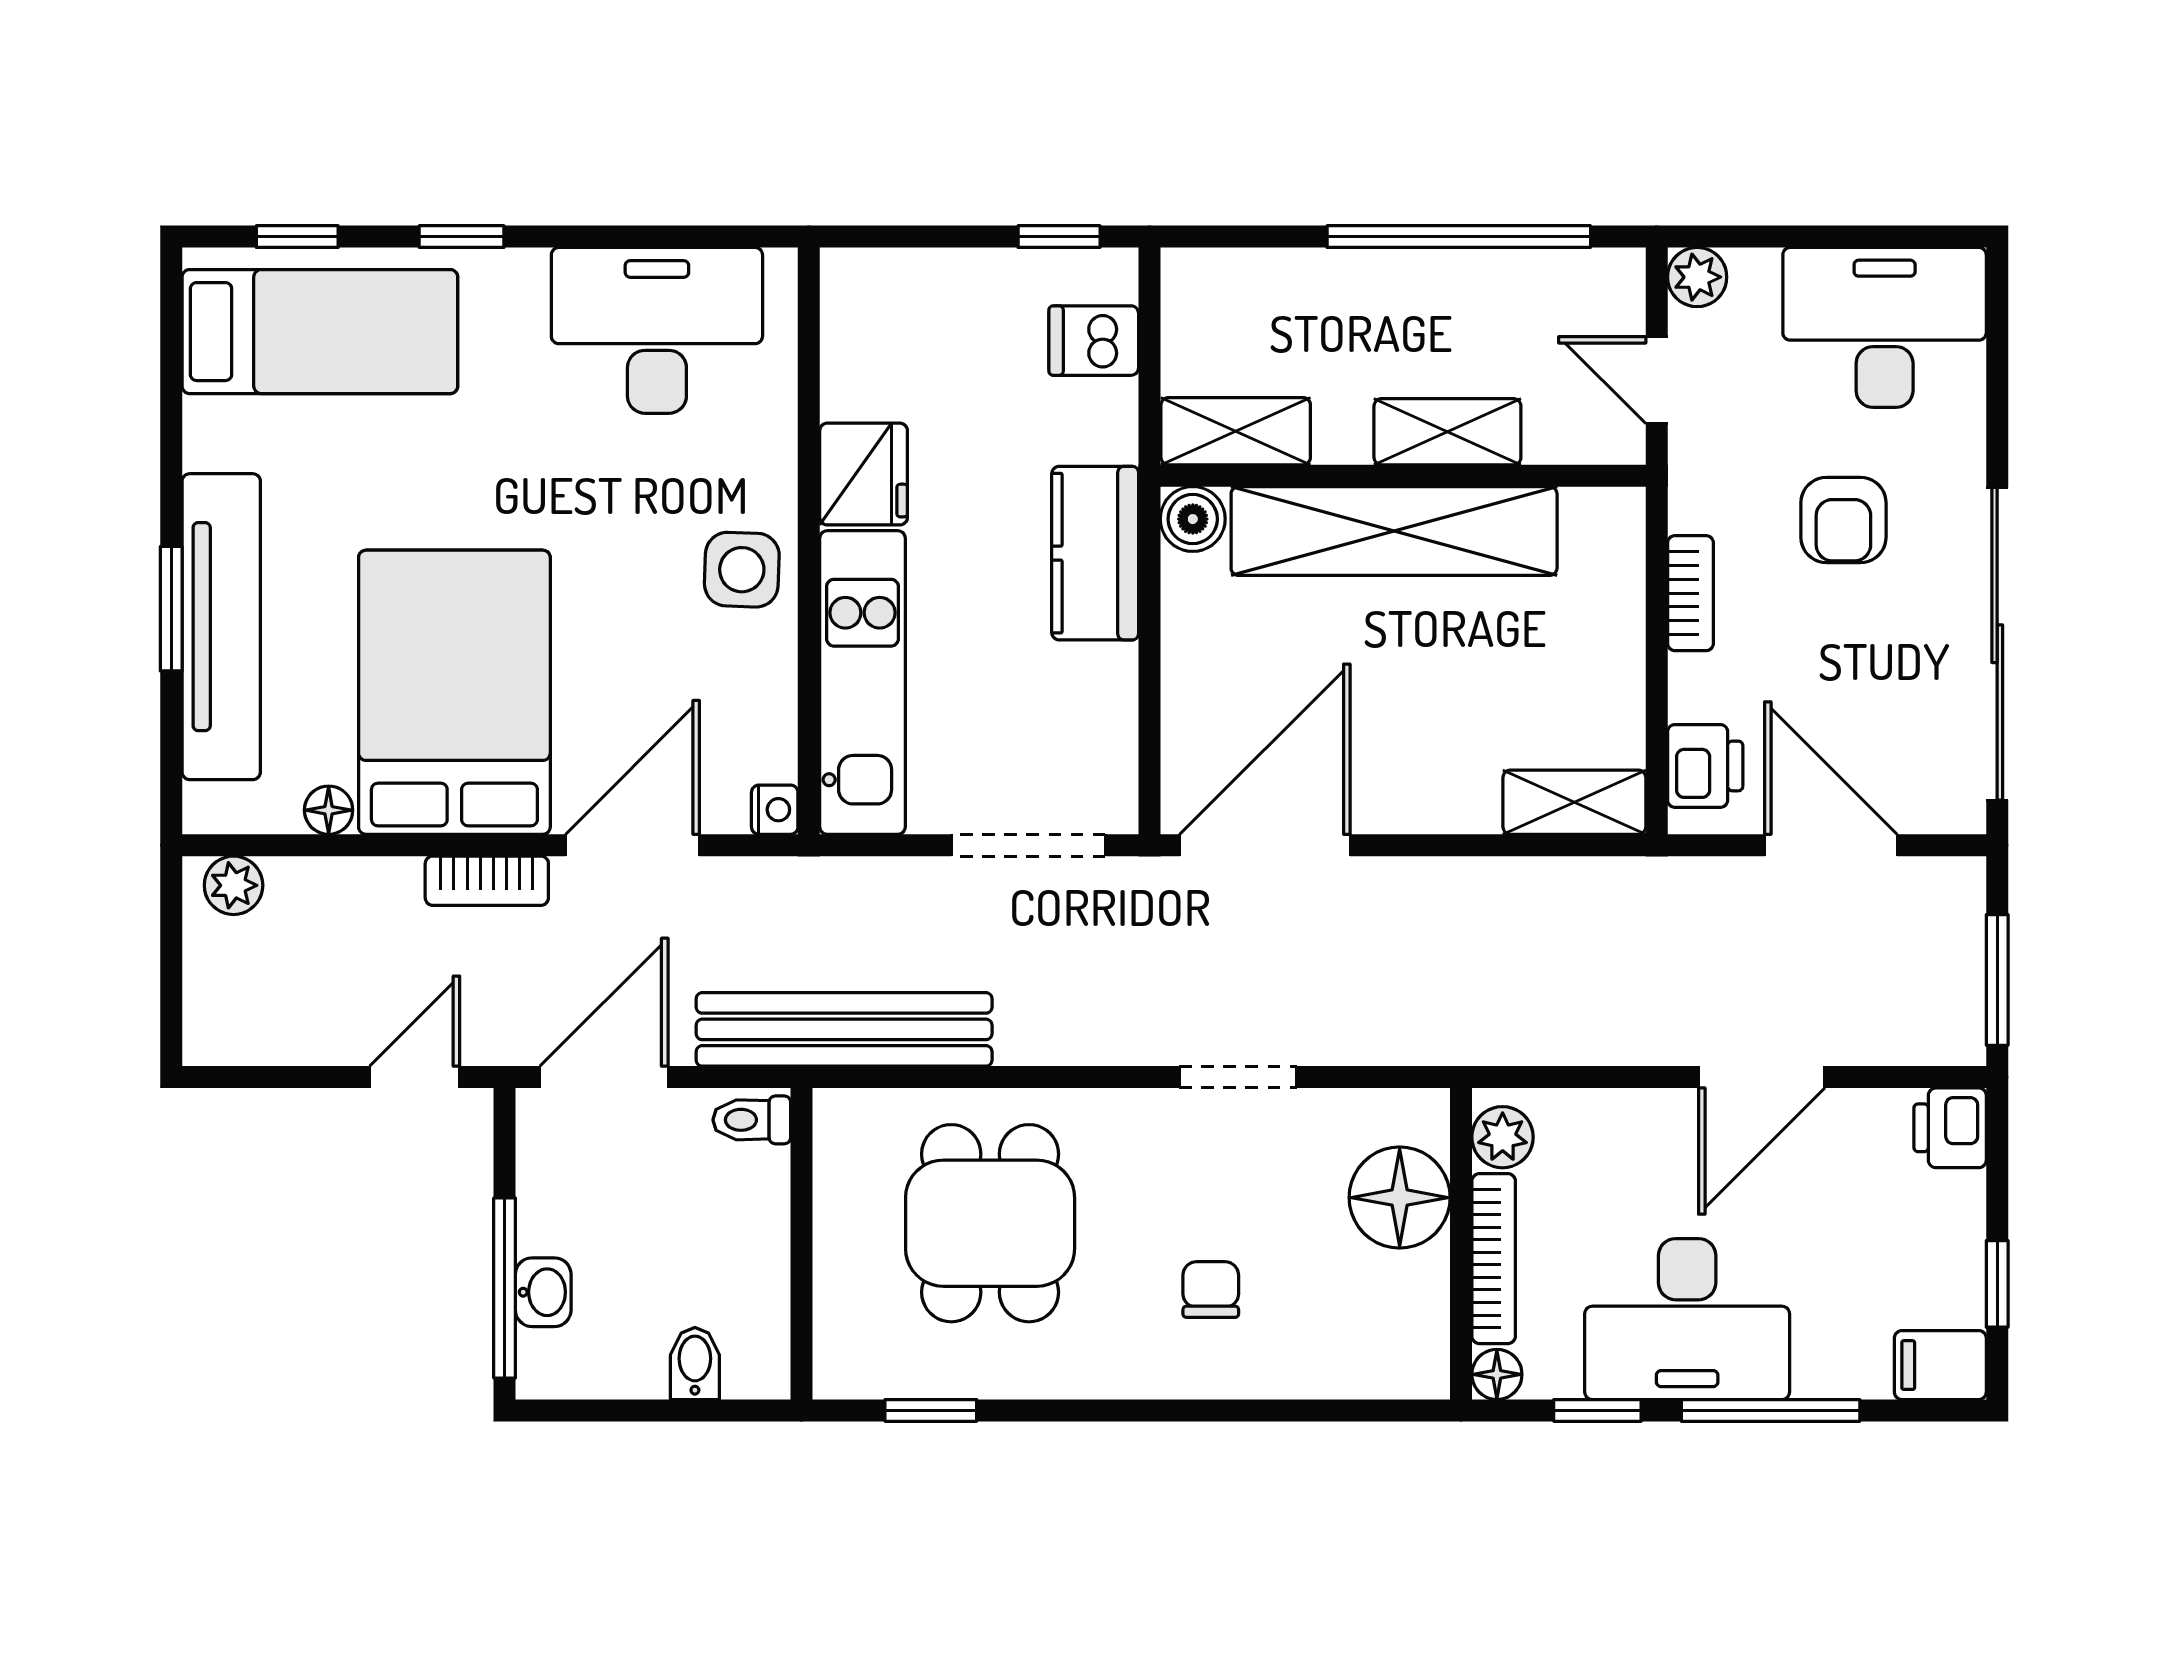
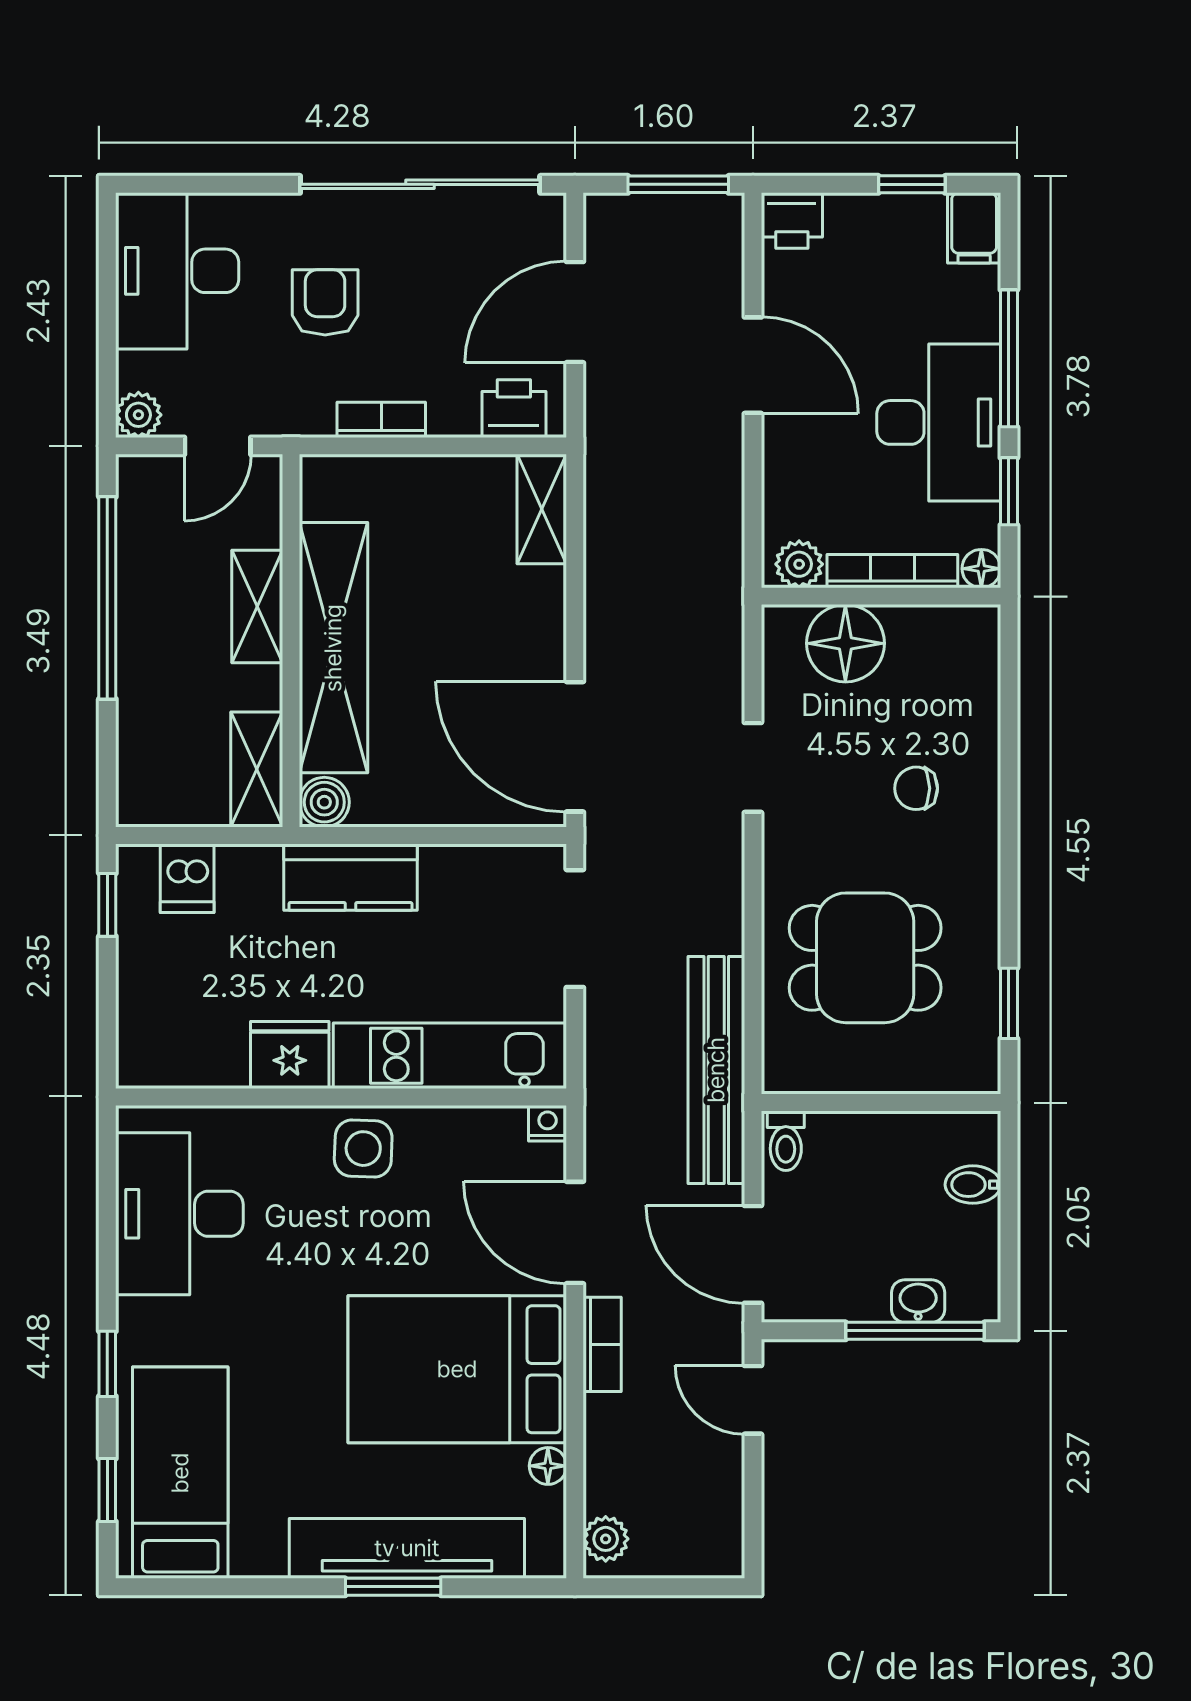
armchair: (1843, 520) -> (325, 302), turned -90

